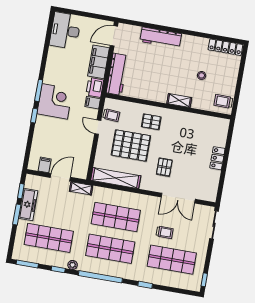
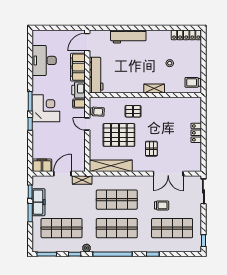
desk: (65, 31) -> (44, 60), moved
filing cabinet: (45, 165) -> (42, 165), width x2.00

